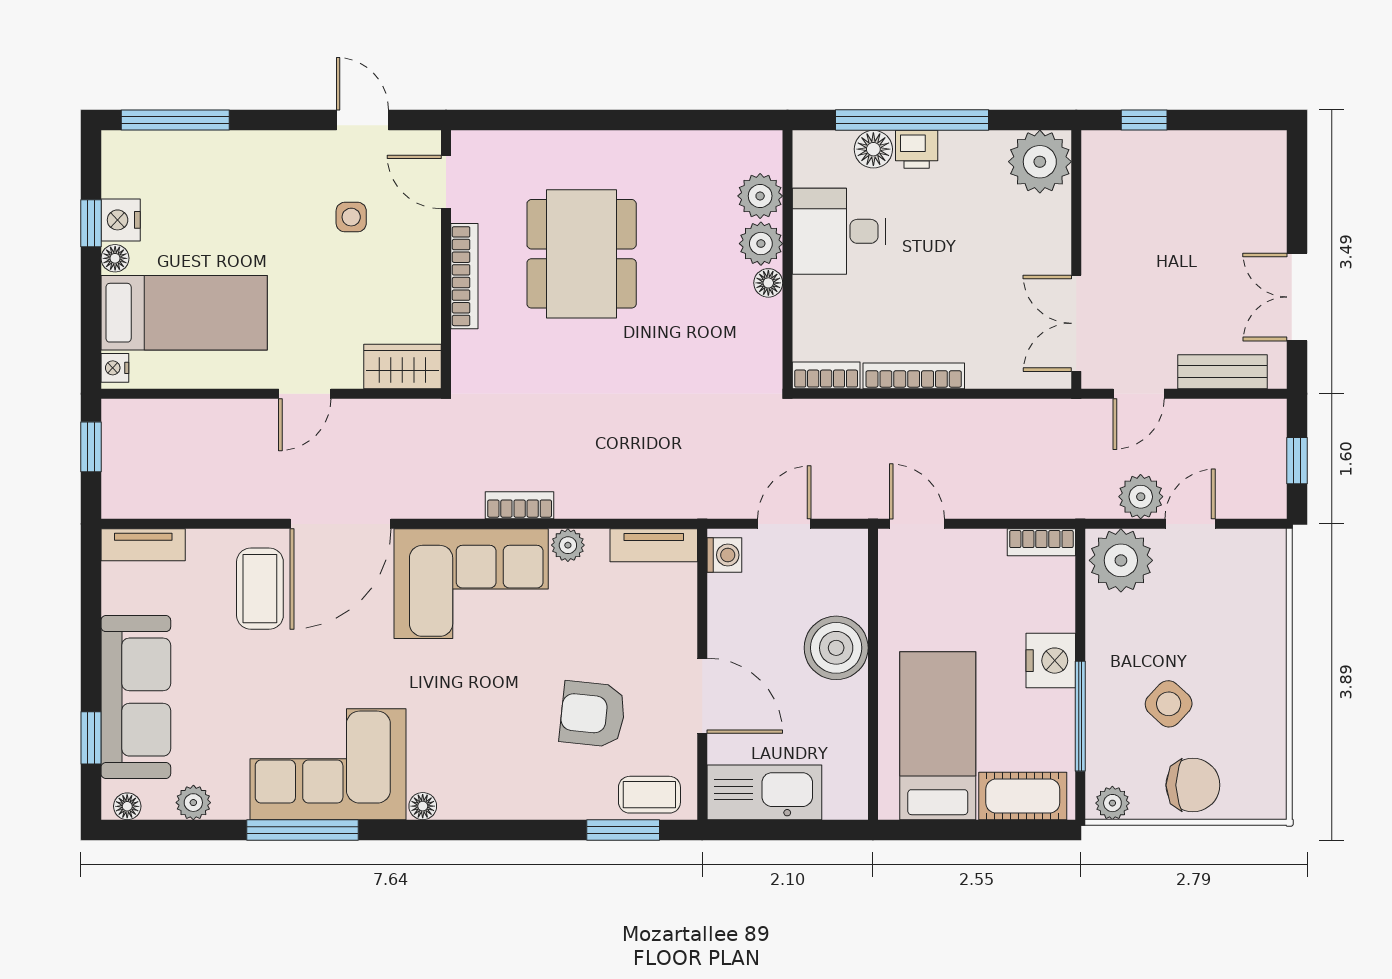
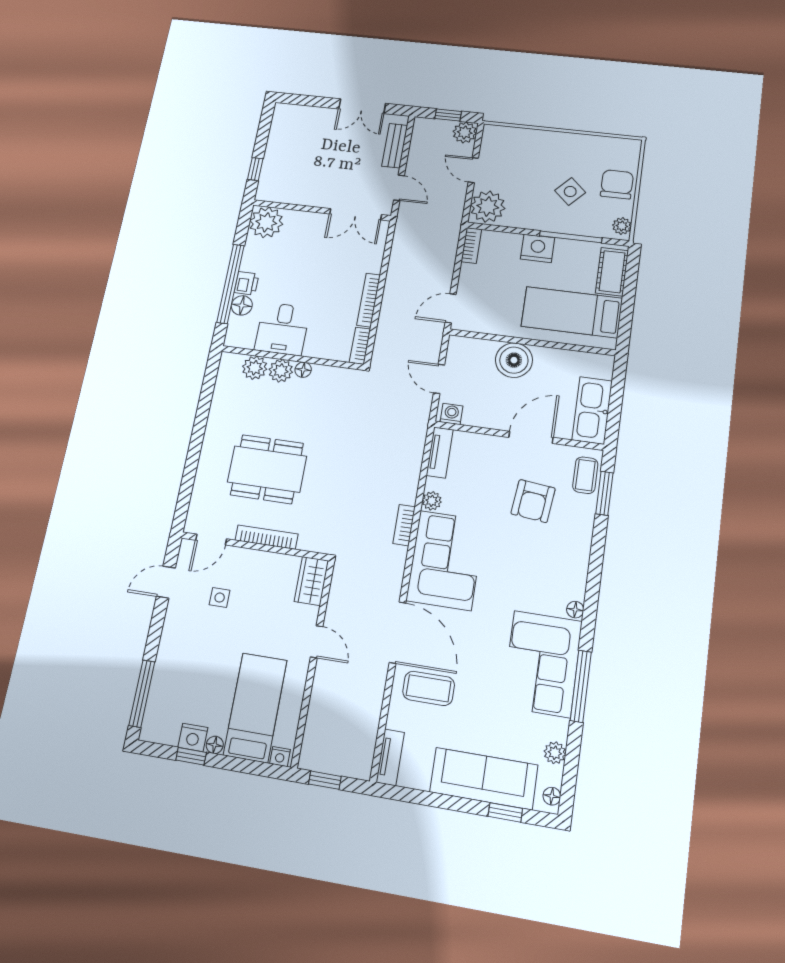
plant: (1141, 497) -> (465, 132), moved

